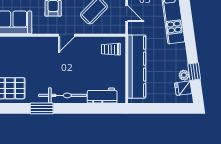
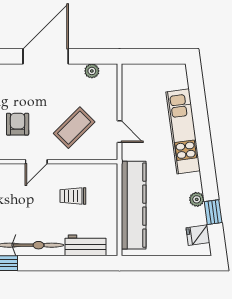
trolley: (111, 49) -> (73, 196), moved
plant: (184, 75) -> (197, 199), moved

